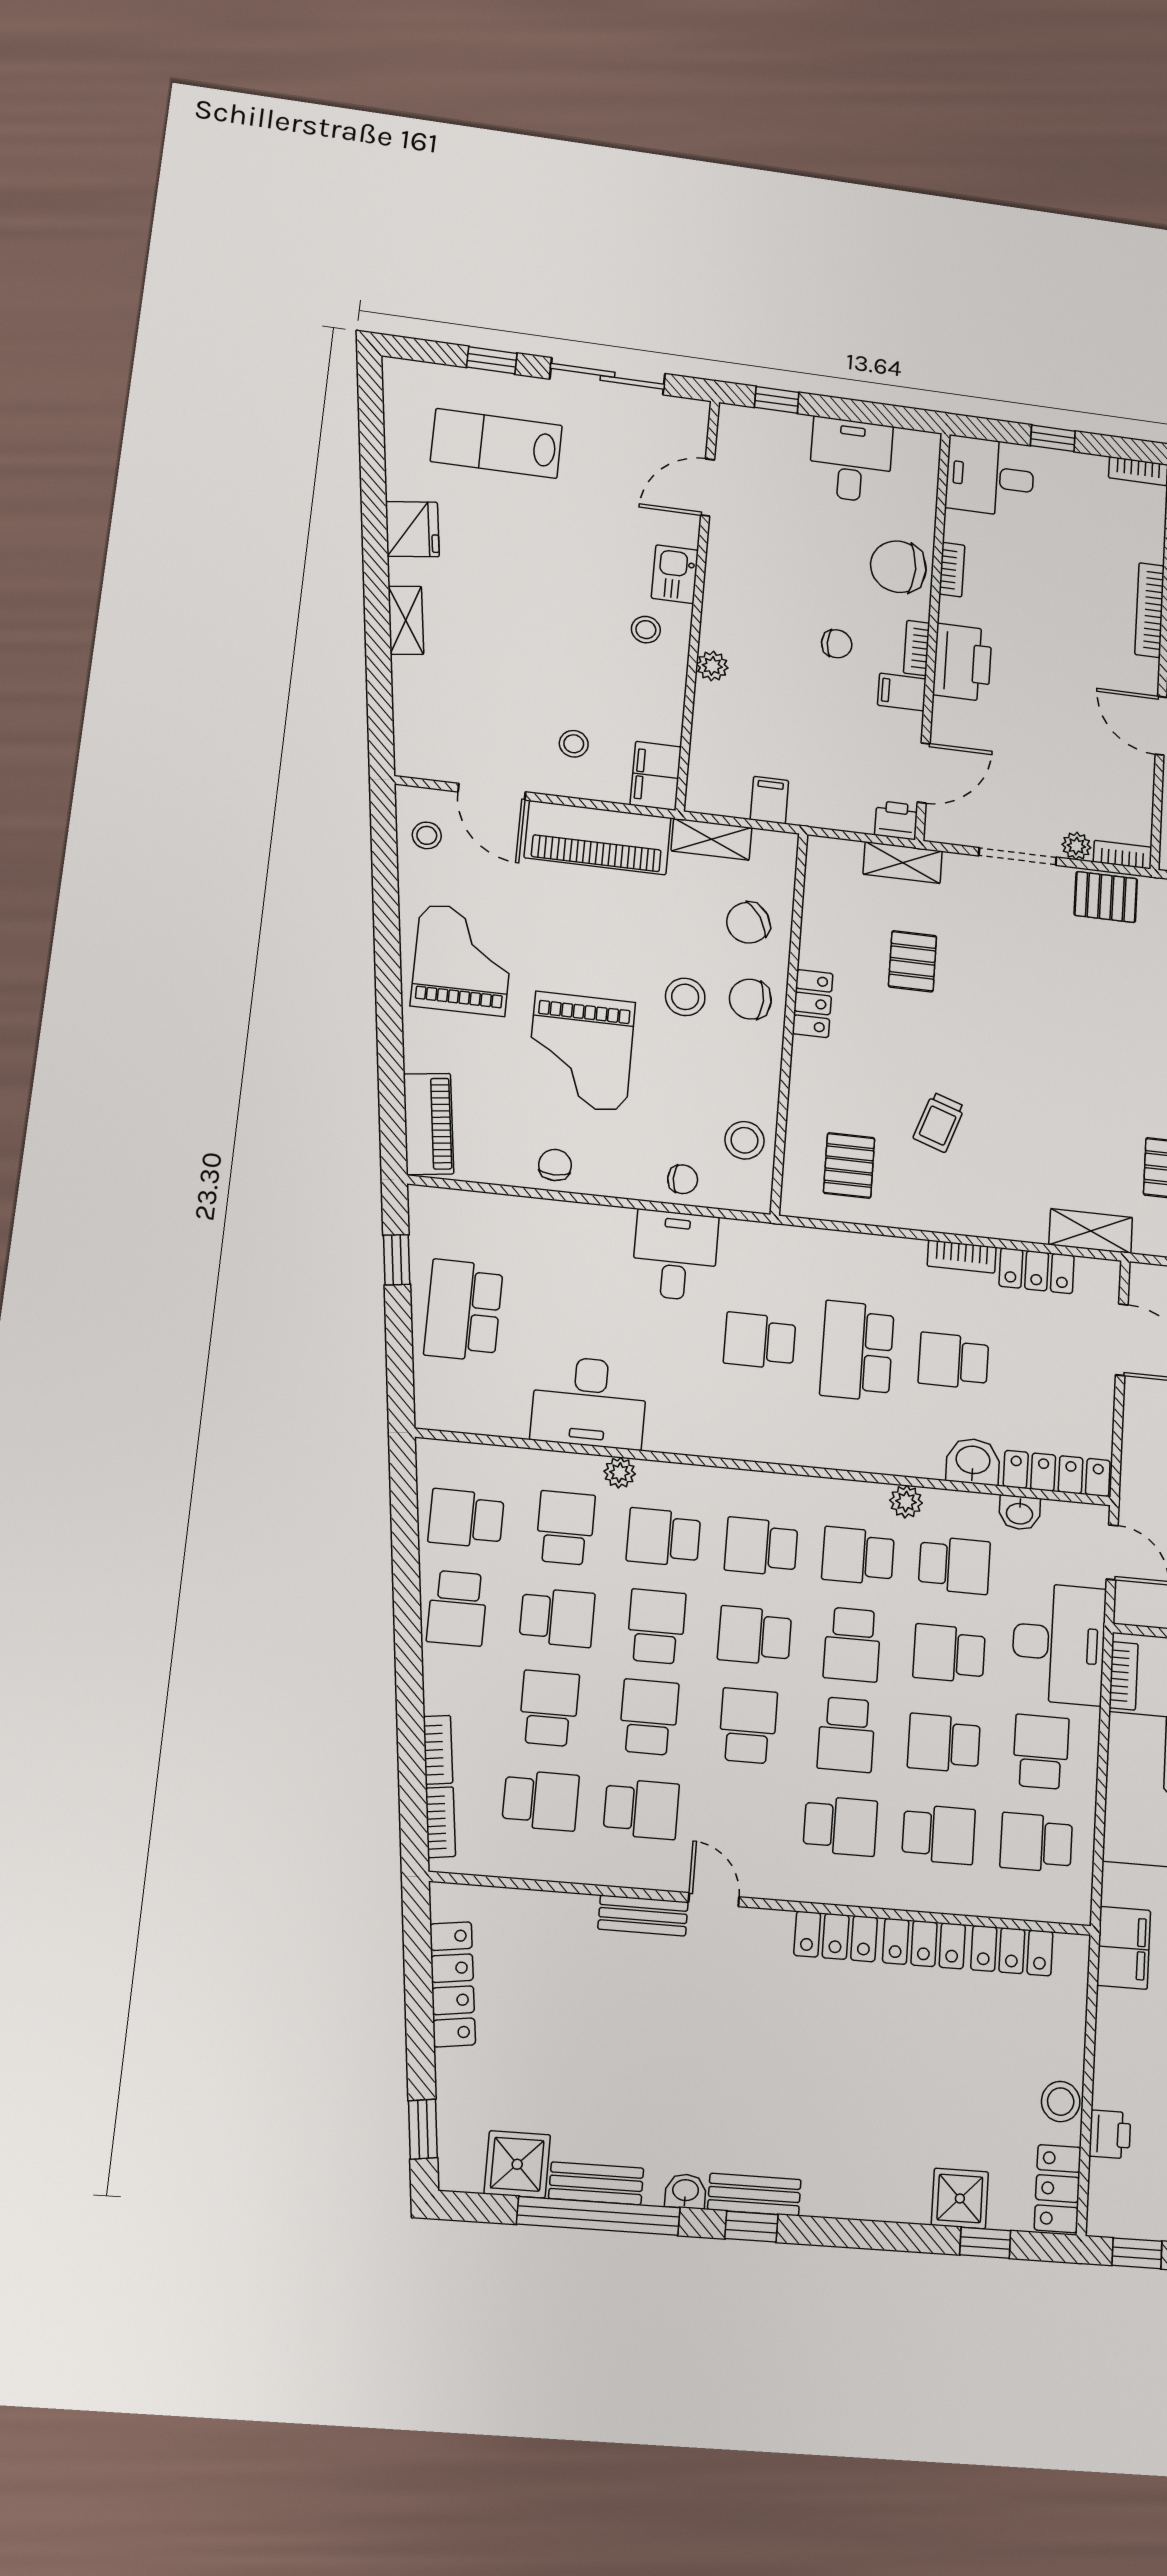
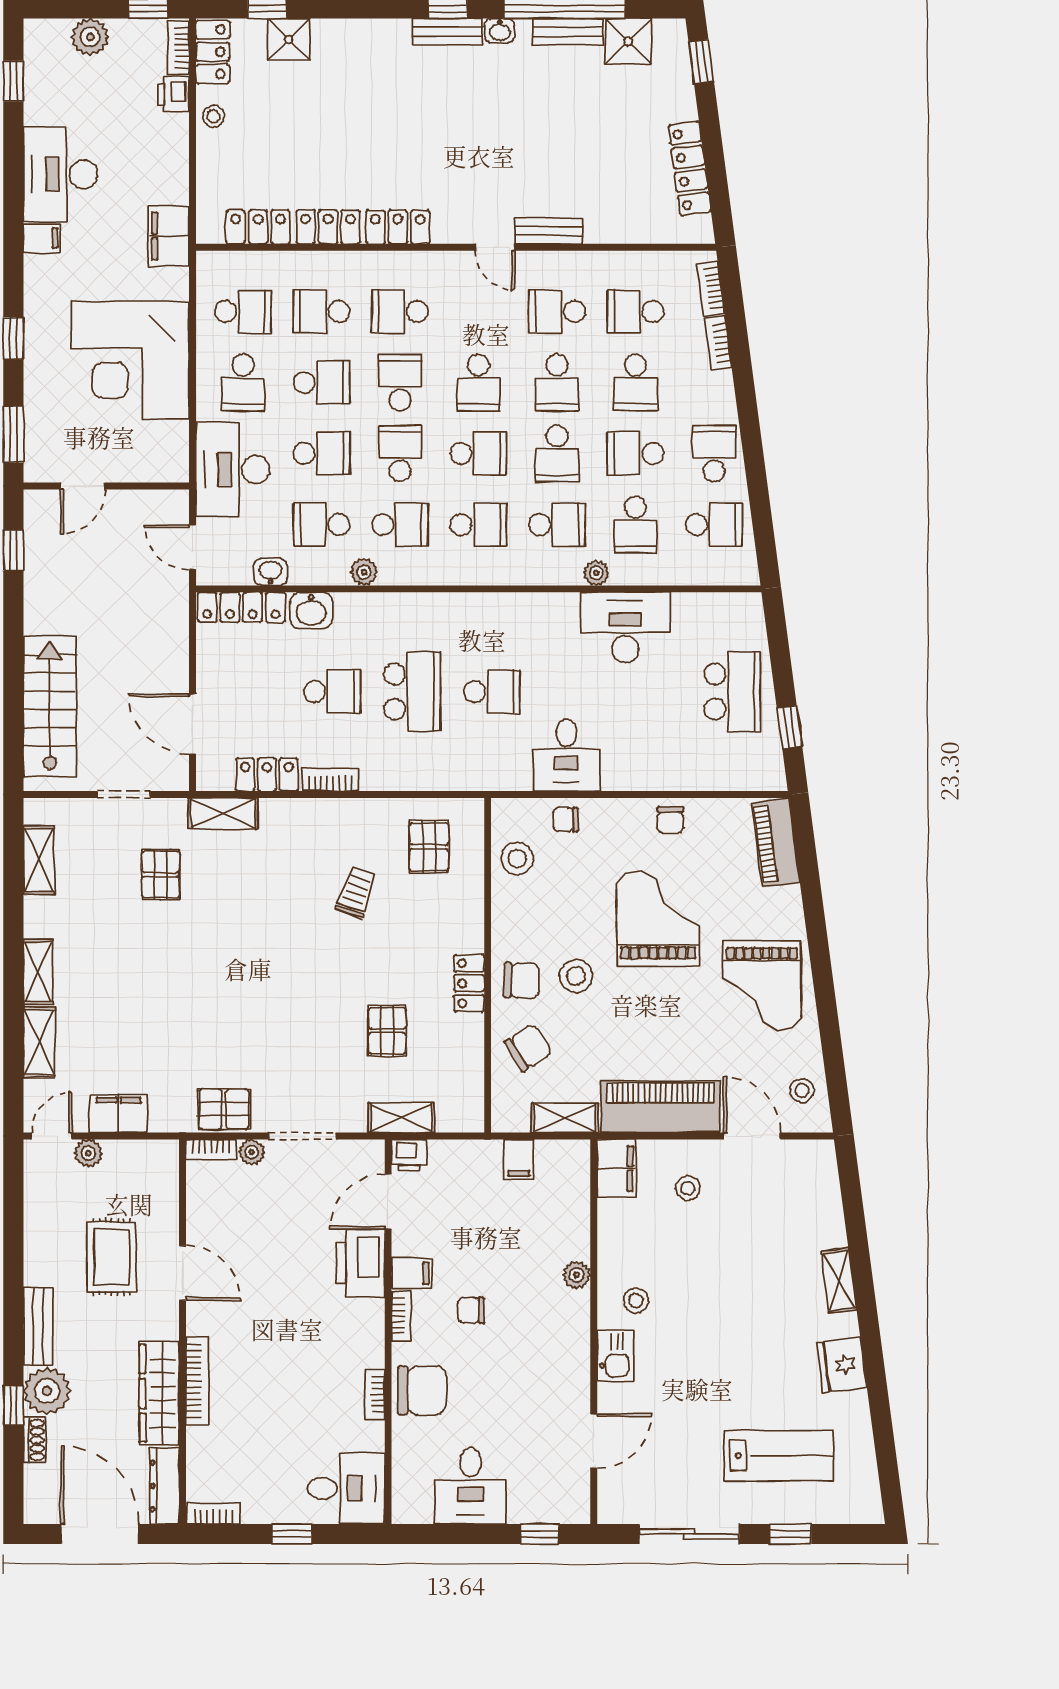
printer: (962, 662) -> (360, 1263), moved
bookcase: (1124, 1676) -> (178, 48), moved
stool: (1061, 2102) -> (214, 116), width x0.73, depth x0.73

